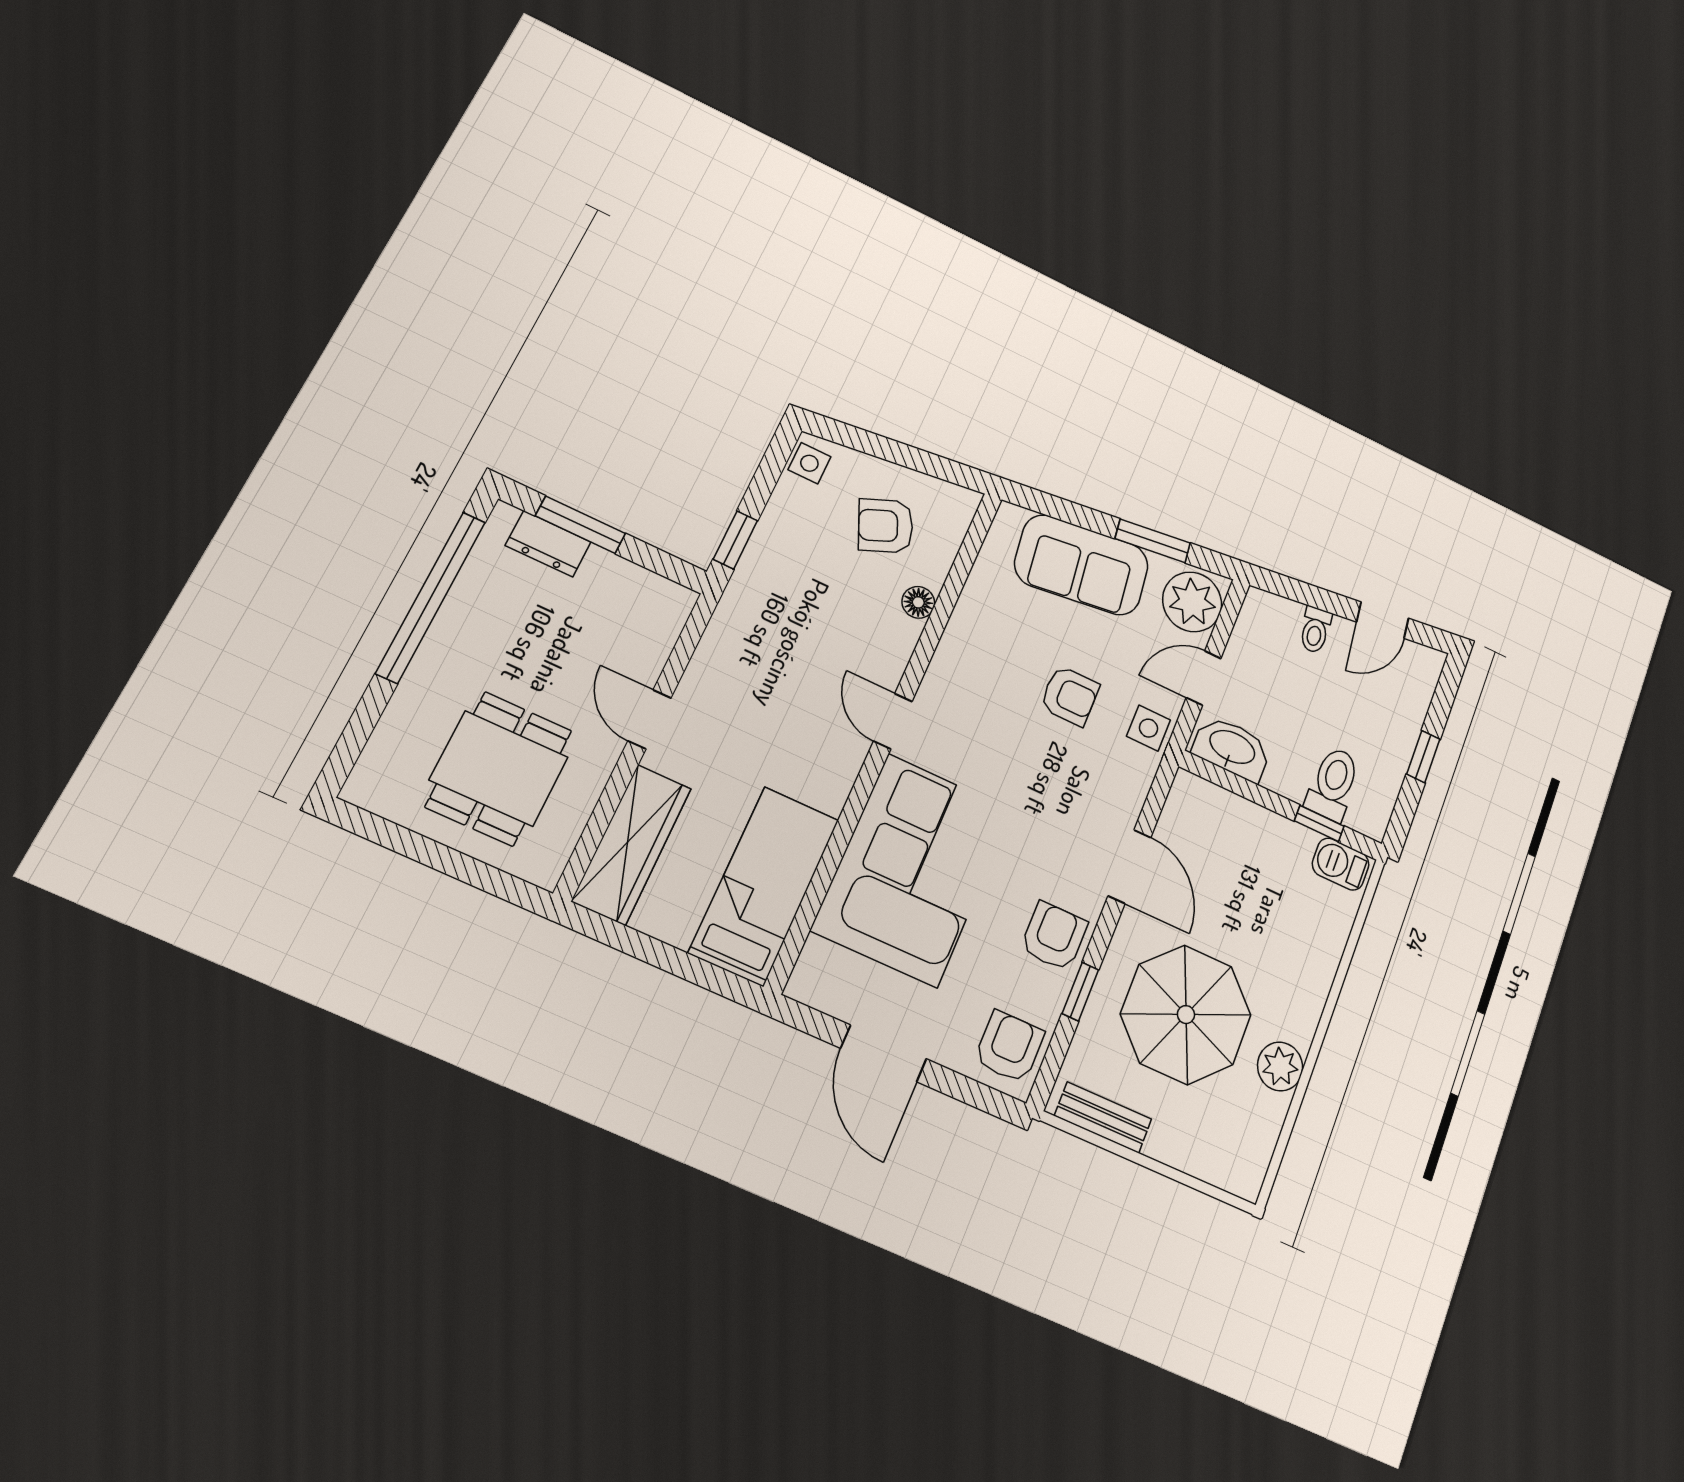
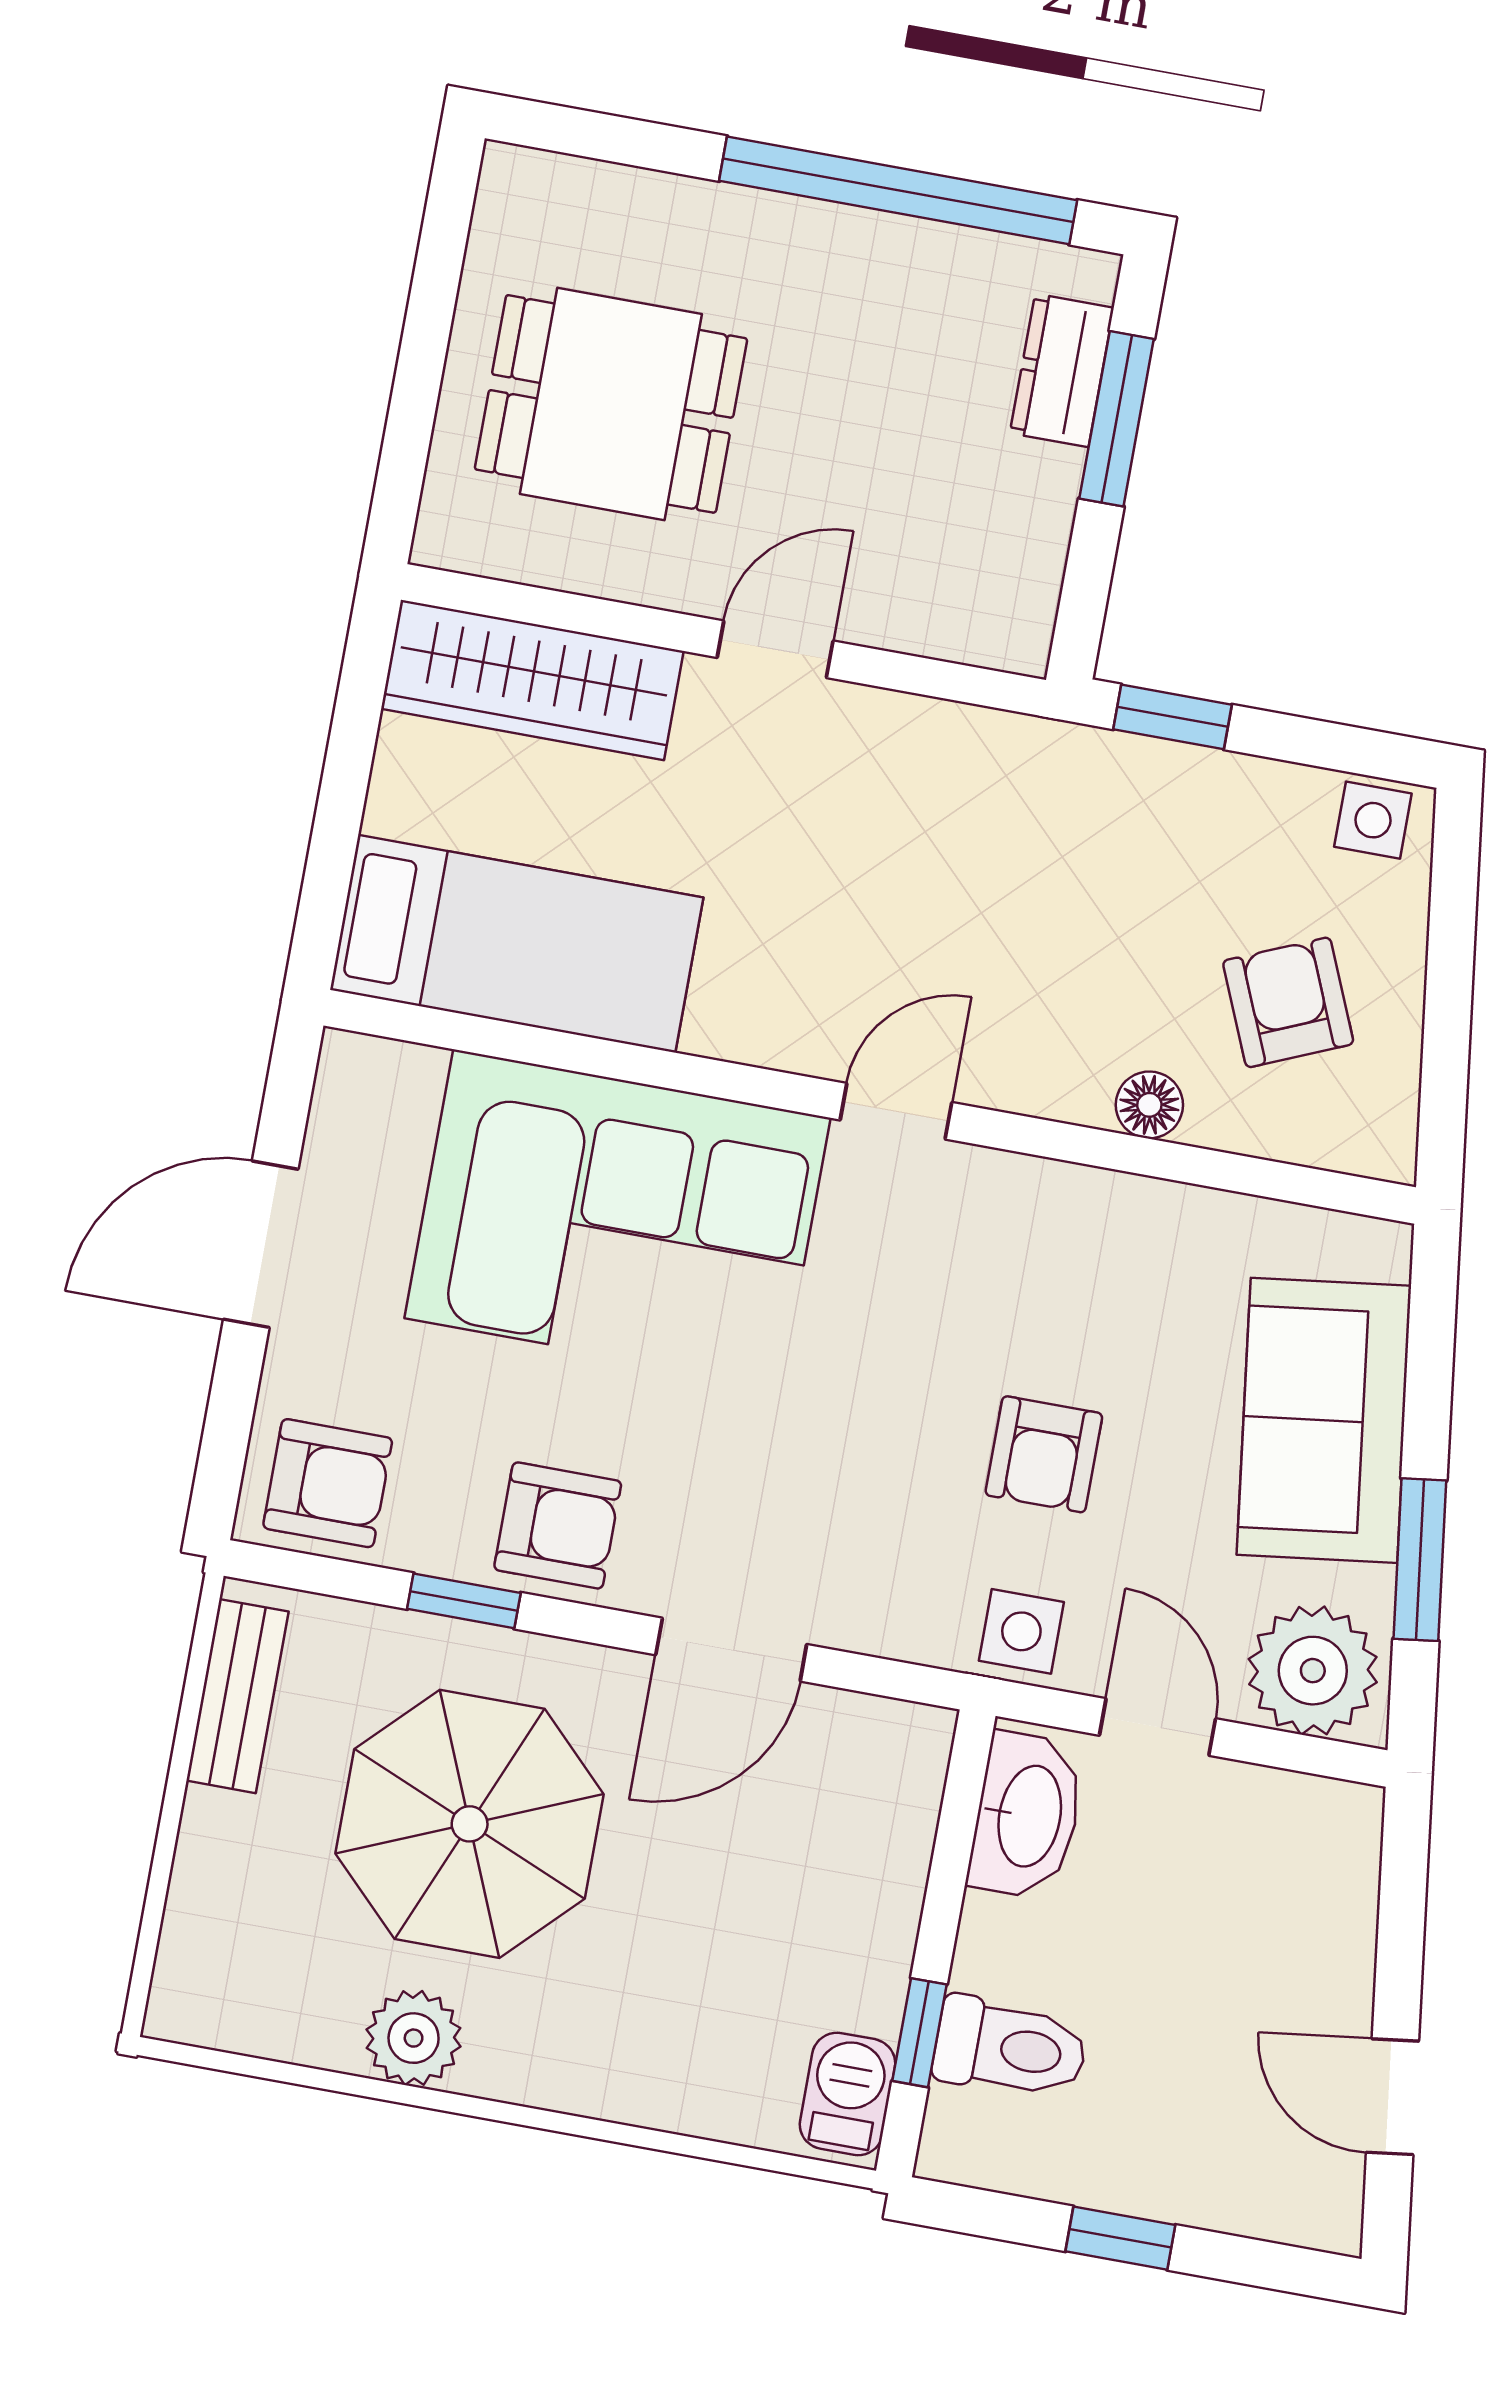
toilet: (1315, 630) -> (1328, 1950), removed

